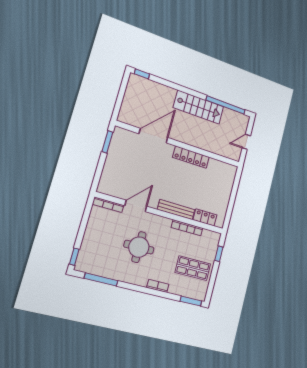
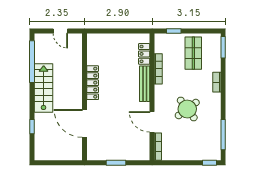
window: (142, 74) -> (32, 127), moved
window: (107, 142) -> (116, 163), moved
round table: (139, 247) -> (187, 109), turned -37

